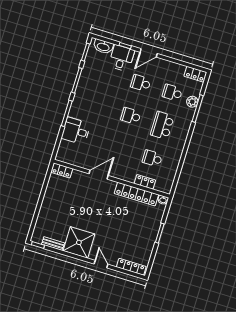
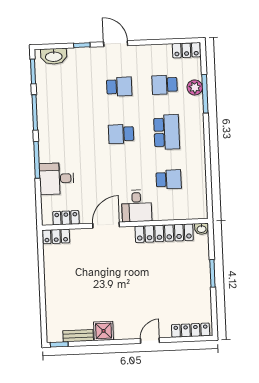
door: (149, 53) -> (116, 44), swing flipped
desk: (121, 58) -> (137, 206), moved, turned 180
school desk: (141, 83) -> (119, 87), turned 180
school desk: (162, 125) -> (167, 132), turned 180
school desk: (152, 158) -> (169, 179), turned 180
locker: (145, 182) -> (66, 218), moved
shower: (79, 242) -> (104, 331), width x0.54, depth x0.54
door: (101, 264) -> (150, 341), hinge flipped

